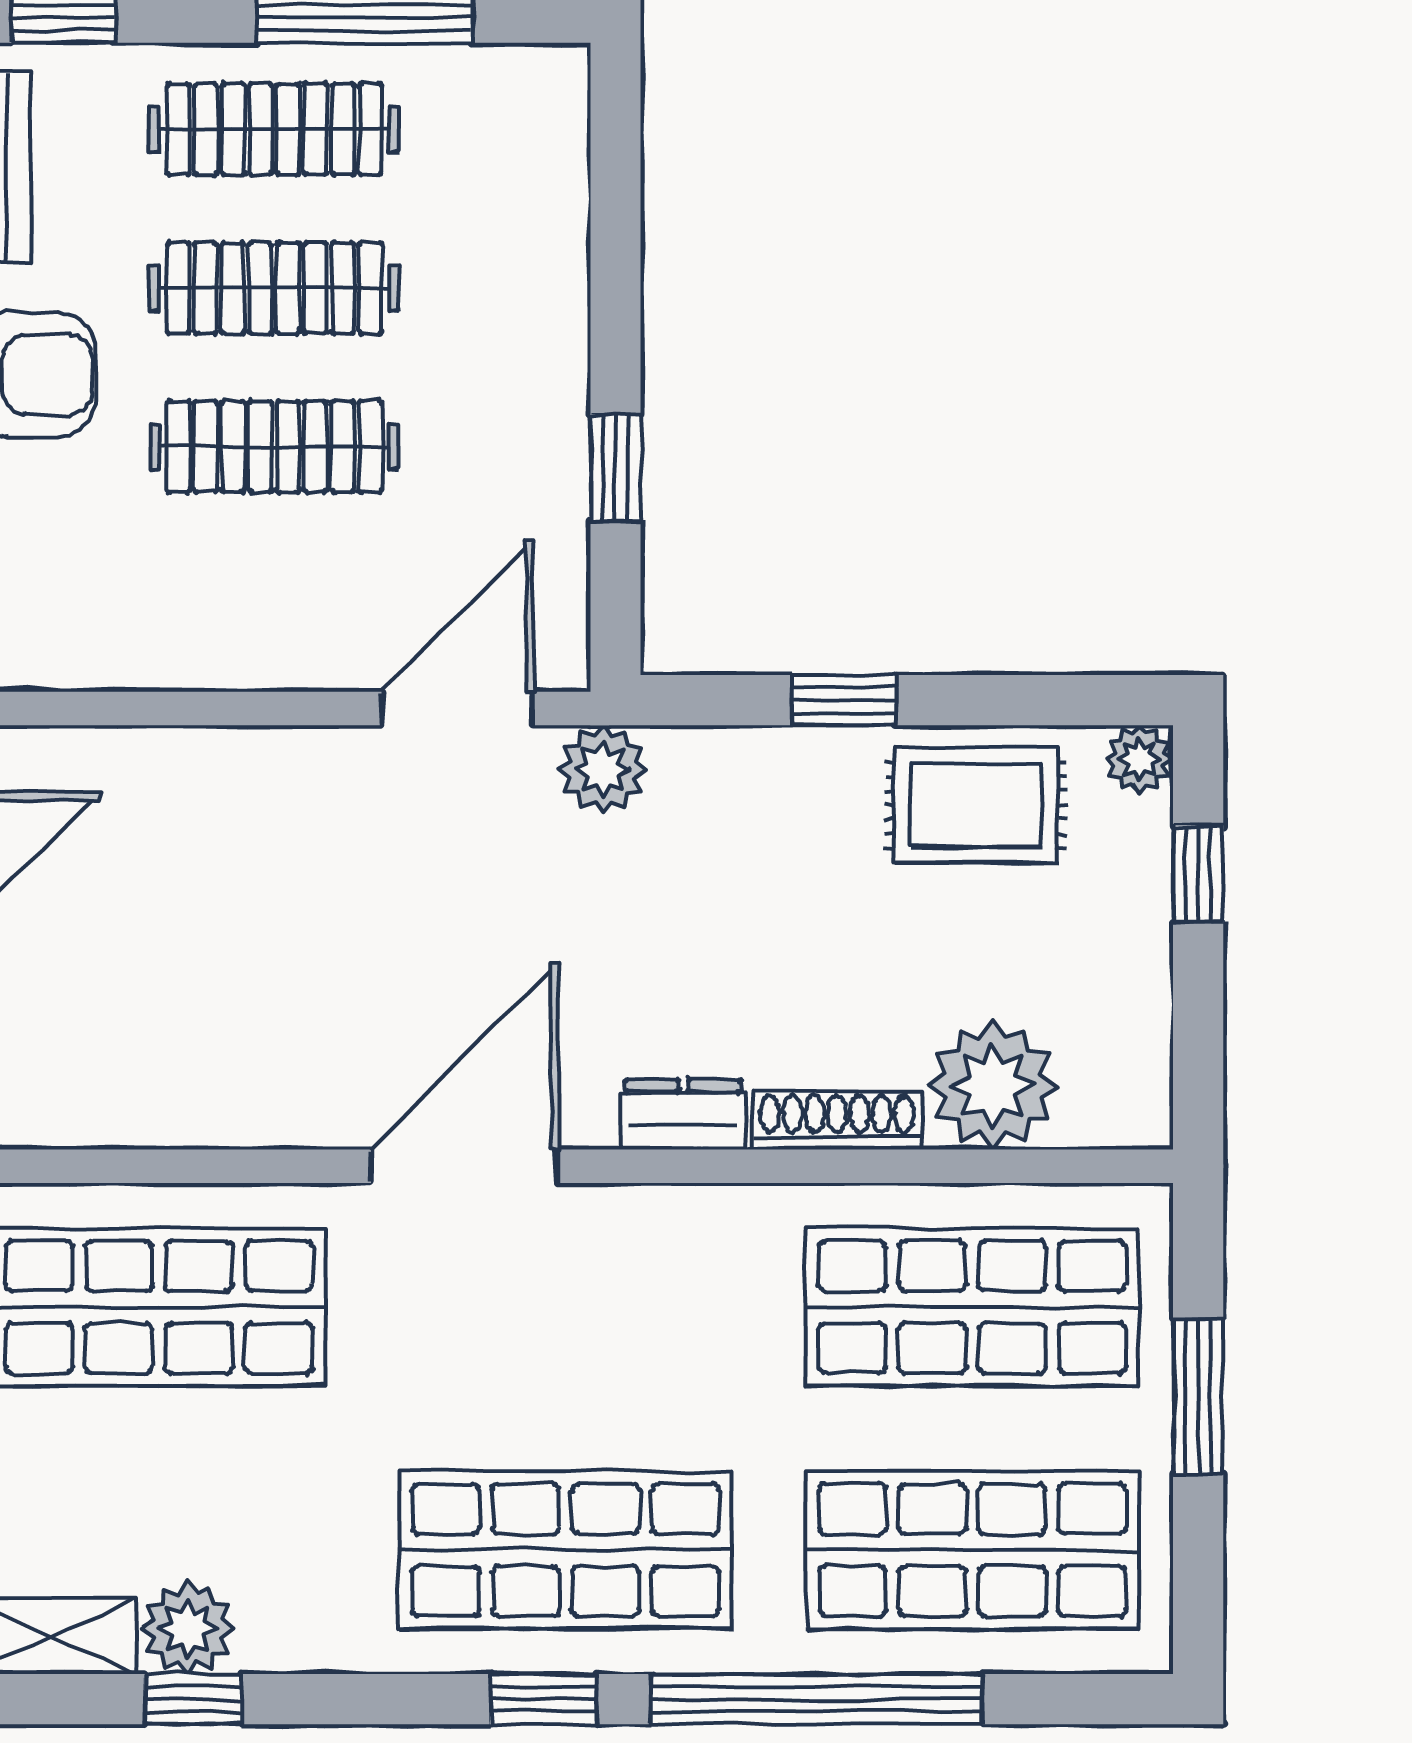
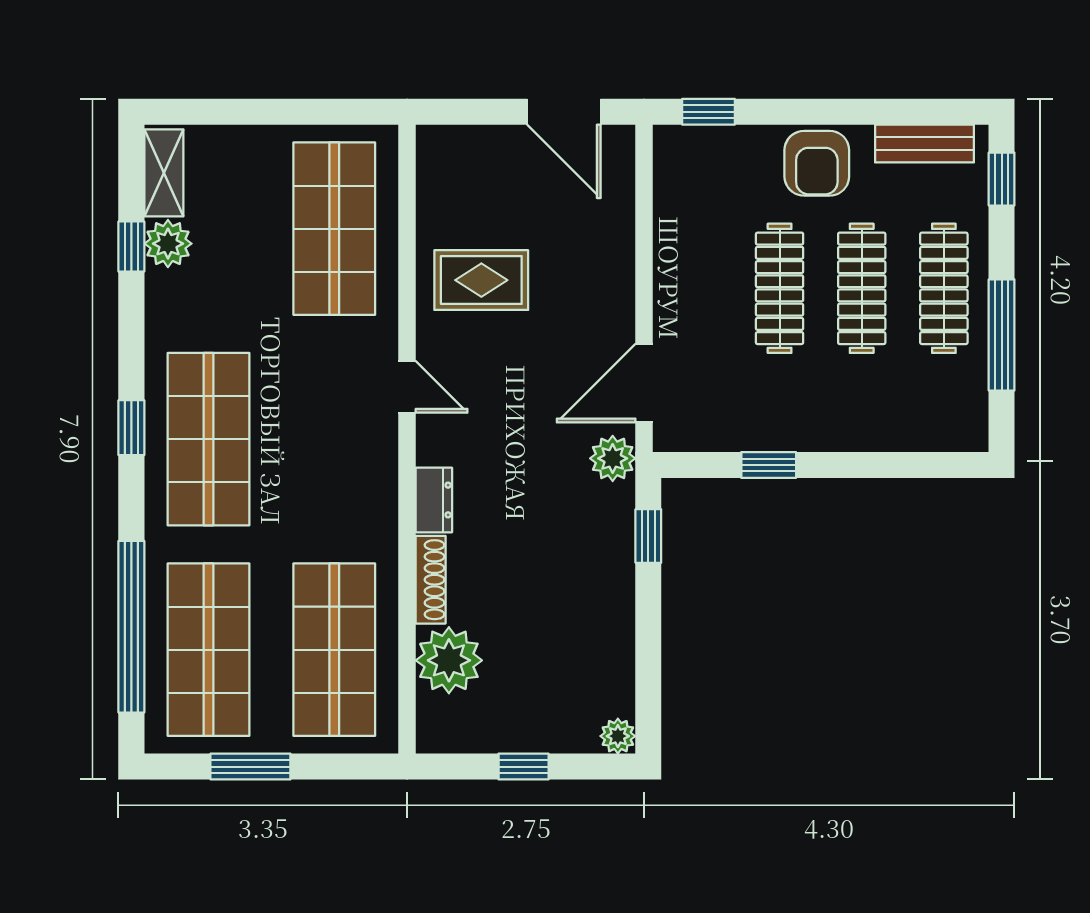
window: (844, 700) -> (648, 536), moved
door: (457, 709) -> (644, 383), swing flipped
rug: (976, 805) -> (481, 280), moved, turned 90
window: (1198, 874) -> (524, 767), moved
door: (465, 1166) -> (407, 387), width x0.53
window: (1198, 1396) -> (250, 767), moved
window: (817, 1699) -> (131, 627), moved

